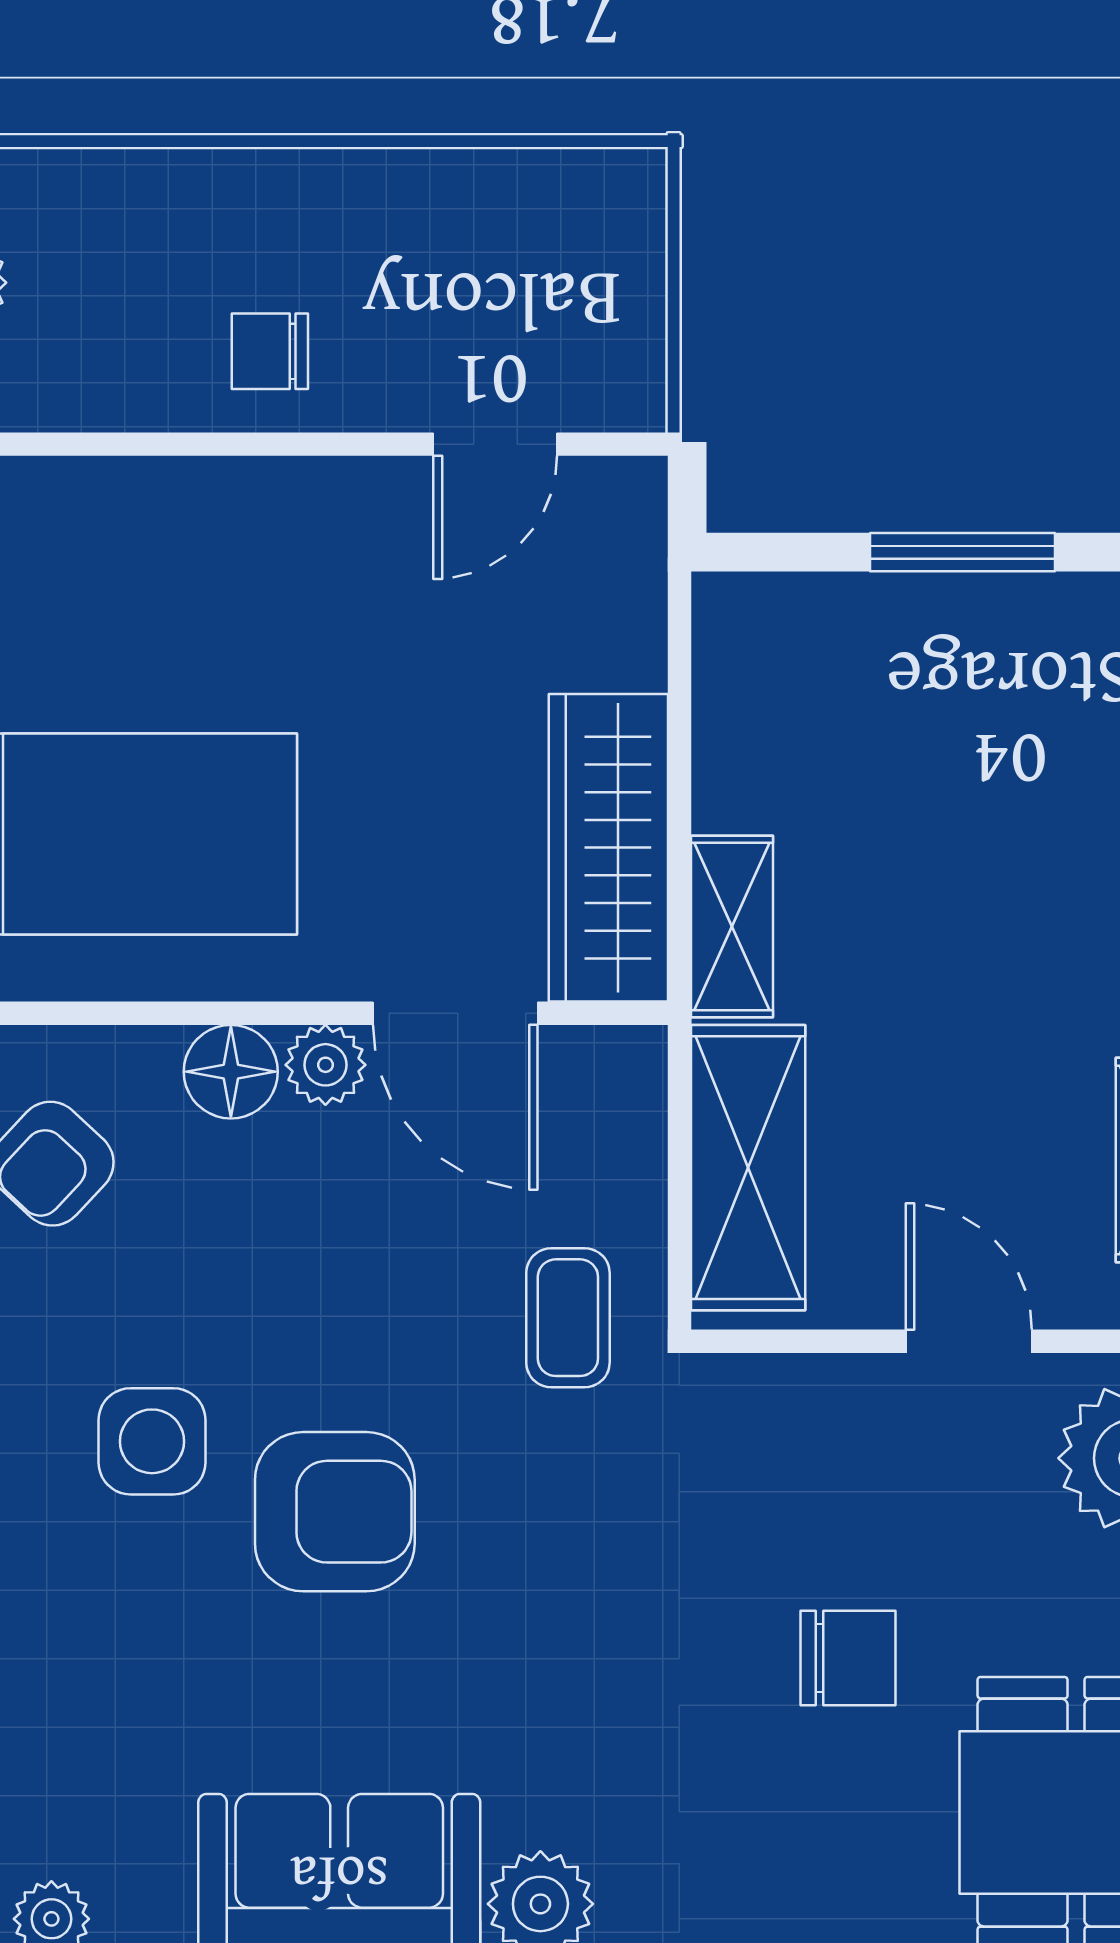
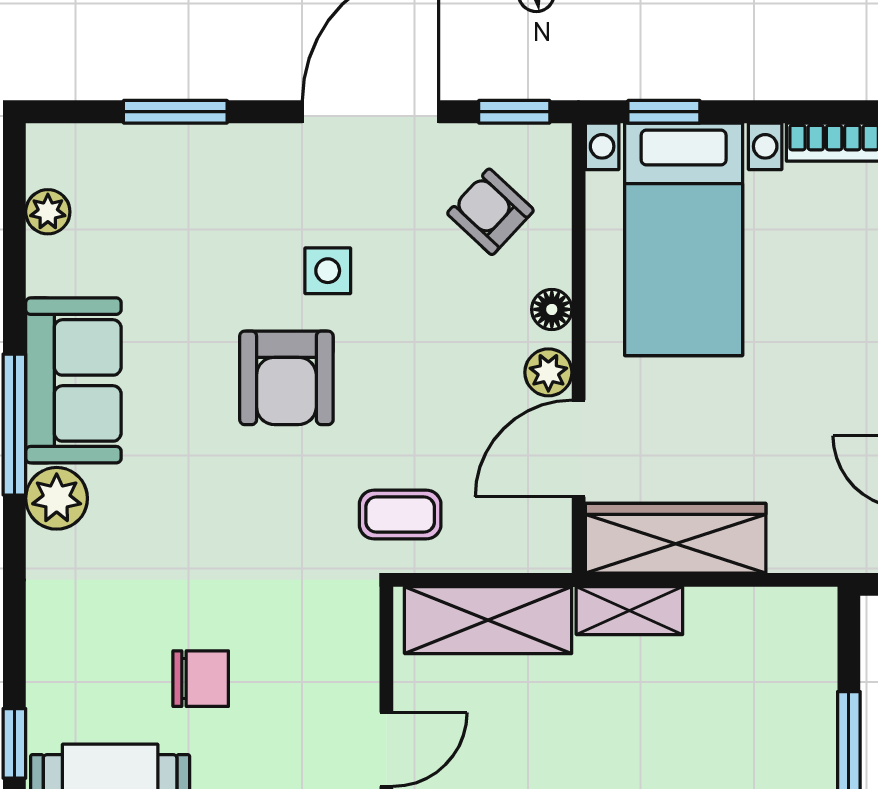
floor lamp: (231, 1072) -> (552, 309), width x0.73, depth x0.73
side table: (152, 1441) -> (328, 271), width x0.73, depth x0.73
chair: (848, 1658) -> (201, 679), turned -90

